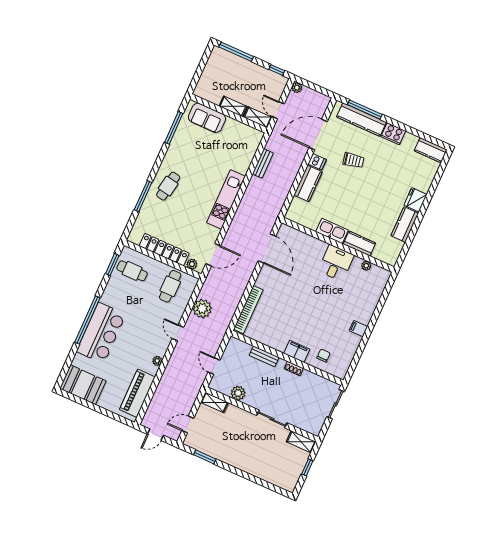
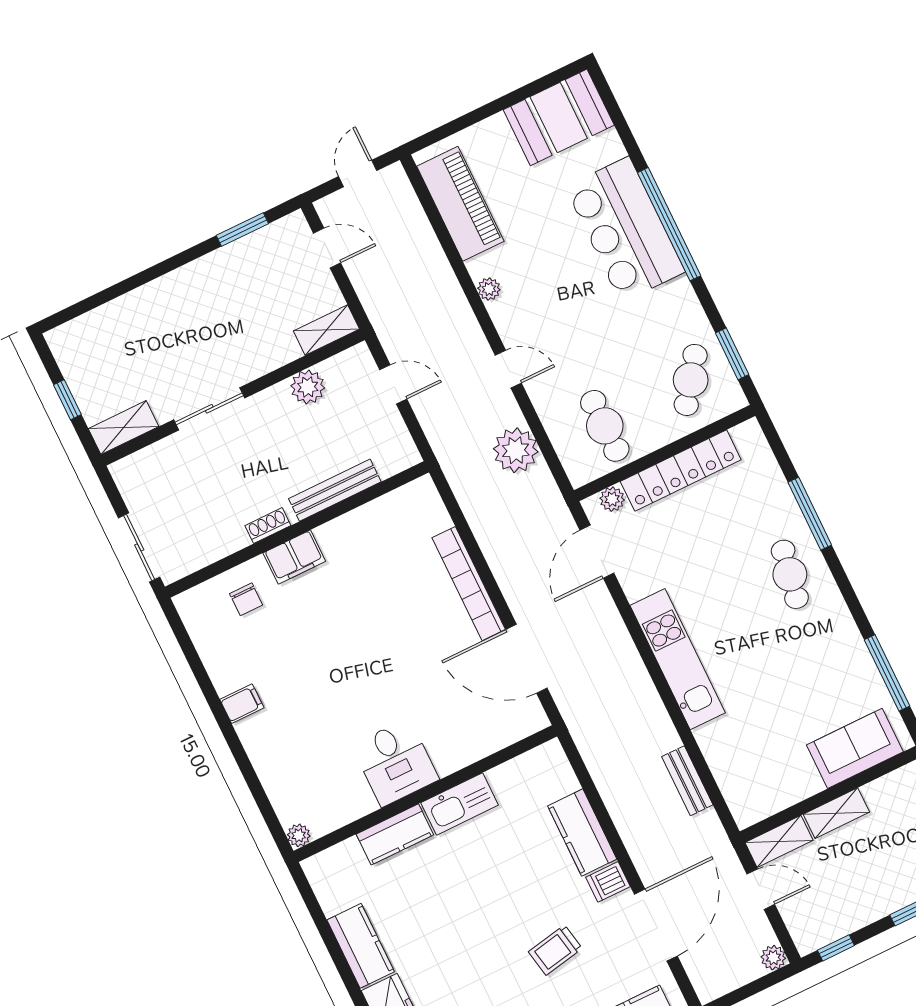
plant: (366, 266) -> (299, 835), moved
cafe table: (132, 271) -> (691, 380), turned -54
bookcase: (248, 310) -> (469, 584), moved
bench: (264, 356) -> (335, 490), width x1.36
door: (188, 424) -> (327, 248), hinge flipped

